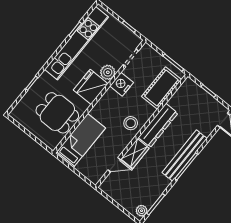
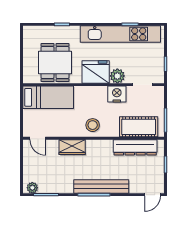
dresser: (158, 125) -> (135, 147), moved
door: (114, 165) -> (38, 138), moved

